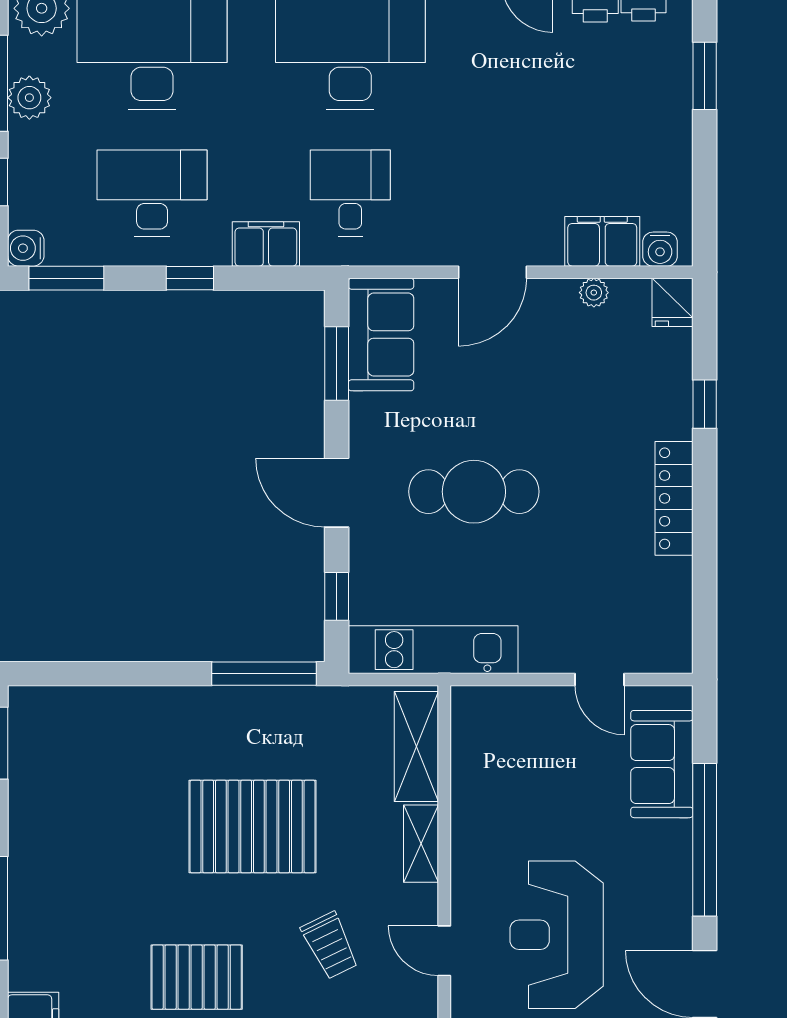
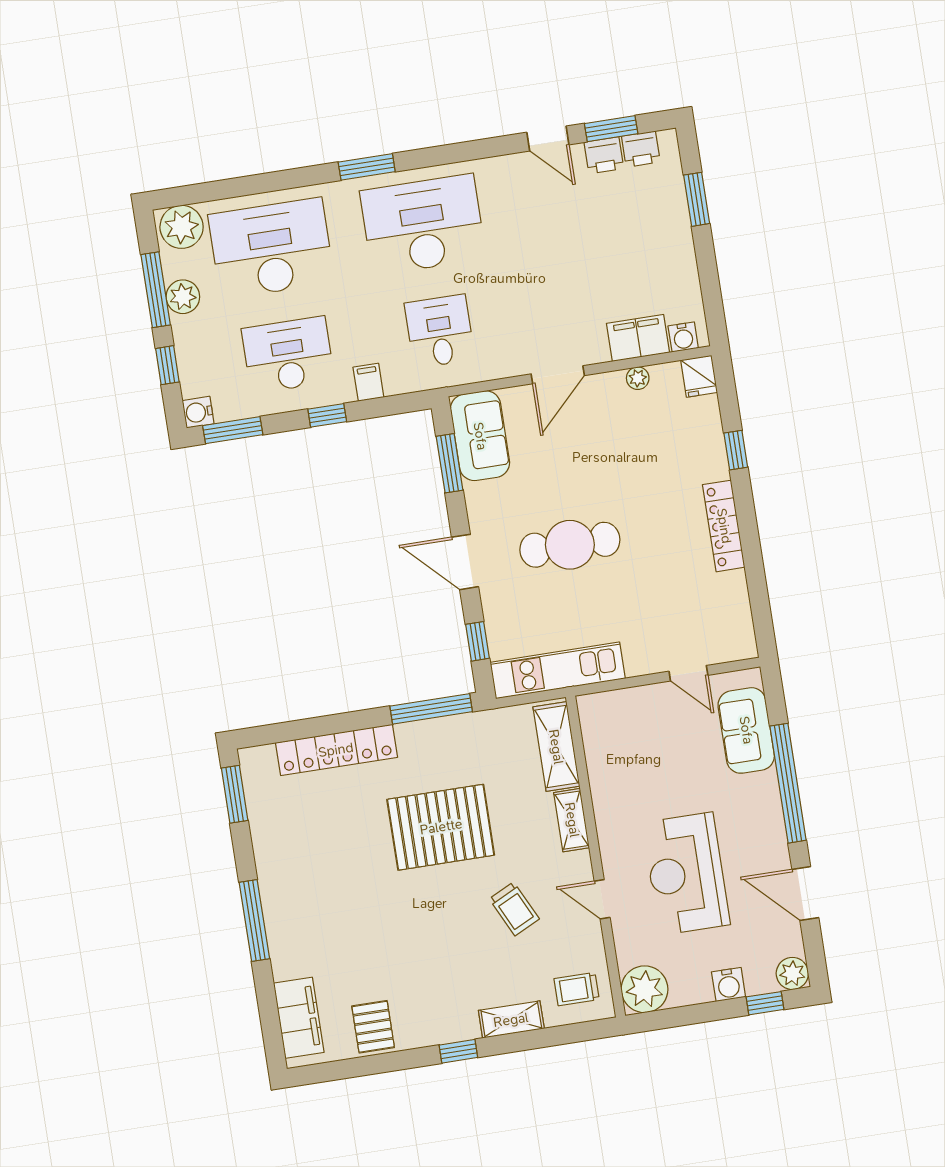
filing cabinet: (266, 244) -> (368, 382), width x0.50
locker: (135, 707) -> (336, 750), added
pallet: (197, 977) -> (416, 949), removed

